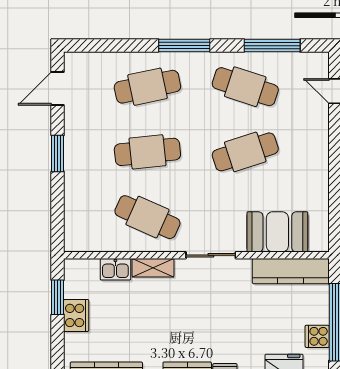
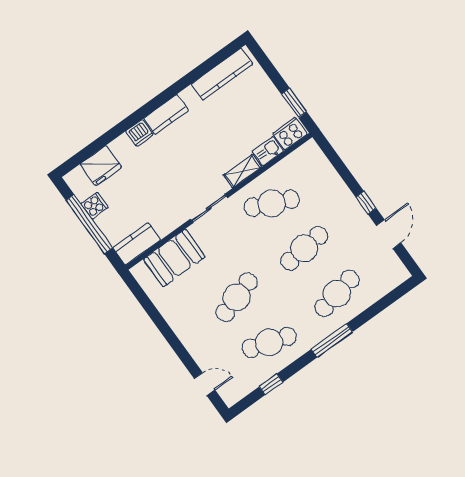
window: (272, 46) -> (271, 384), width x0.46
door: (58, 89) -> (389, 234), moved
window: (58, 153) -> (366, 202), width x0.67
kitchen counter: (291, 271) -> (137, 244), width x0.67
cooker: (76, 315) -> (290, 134), moved, turned 90

